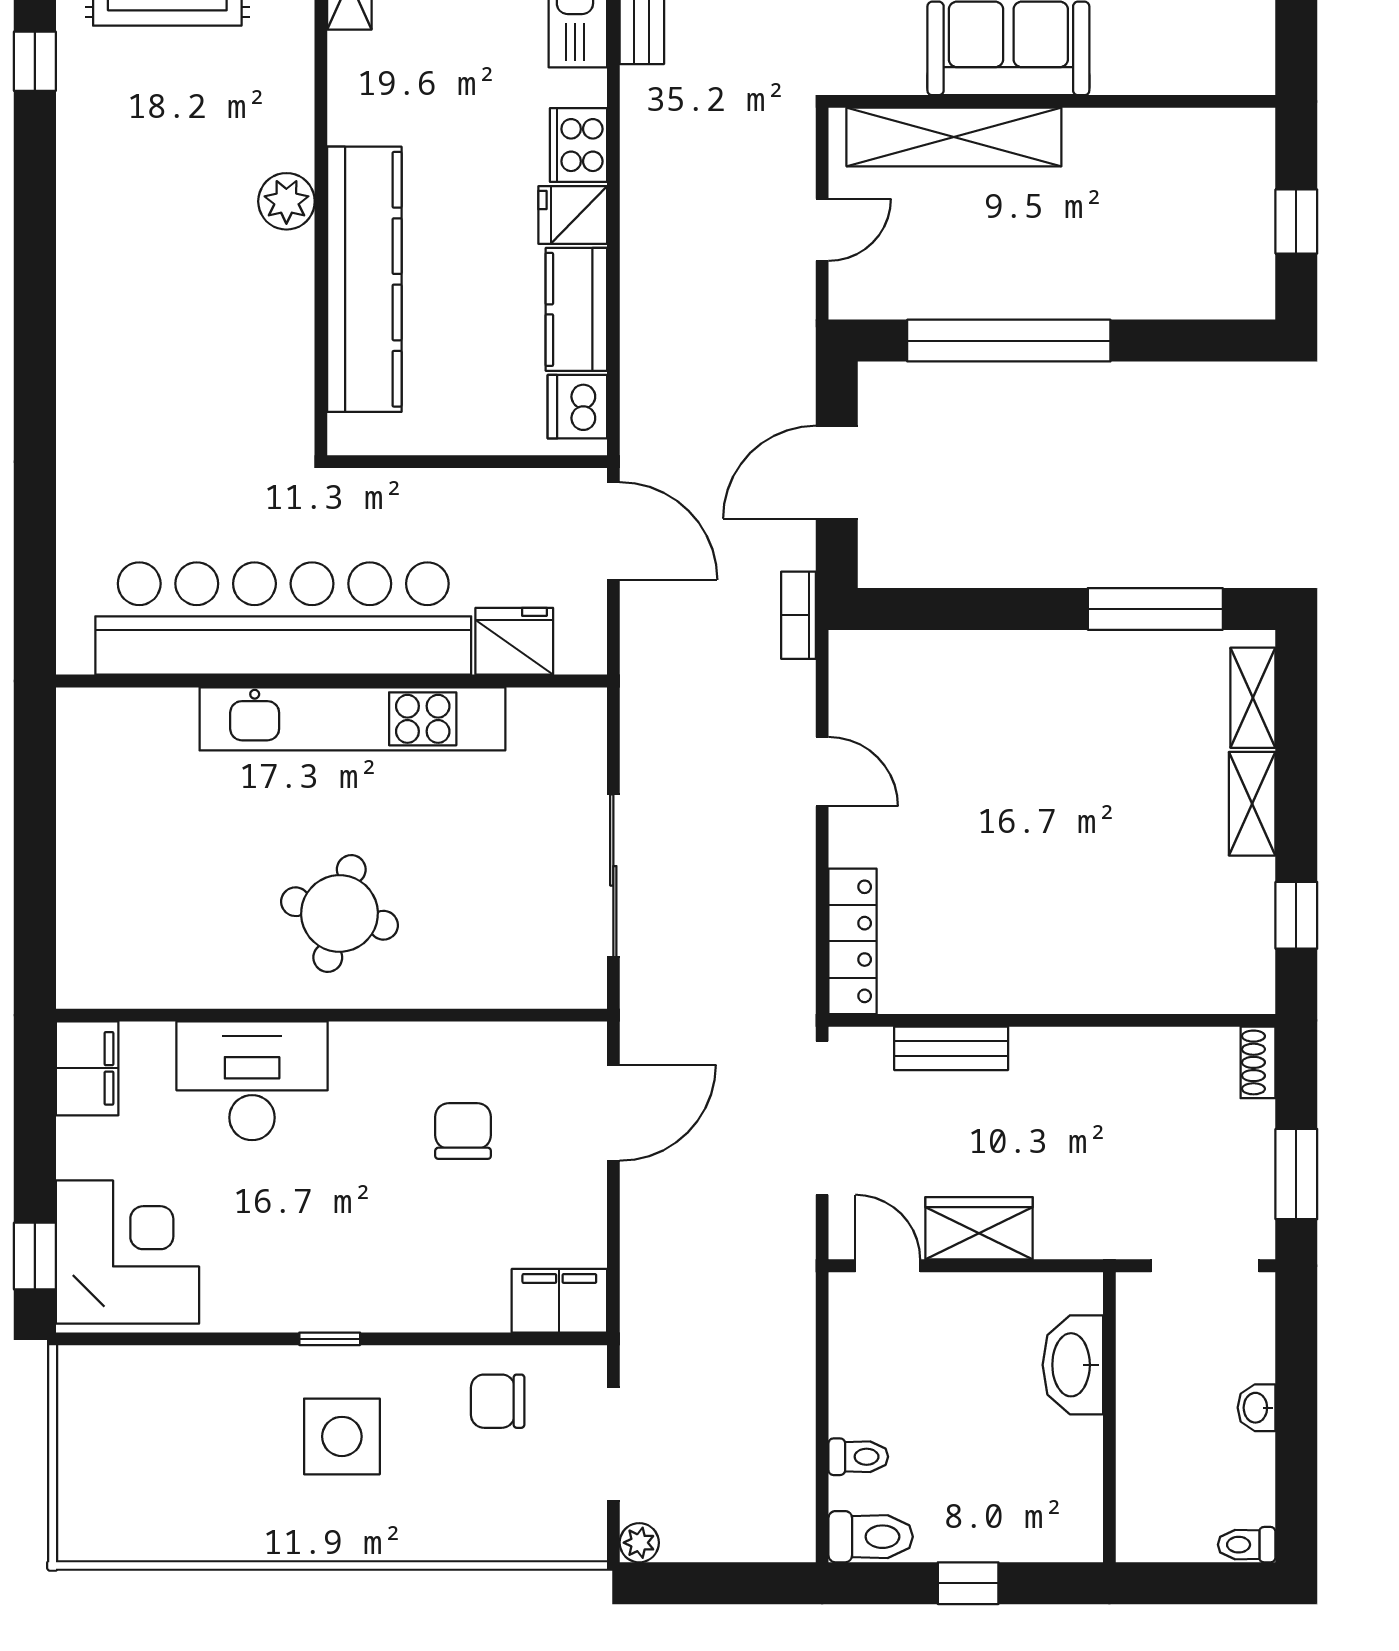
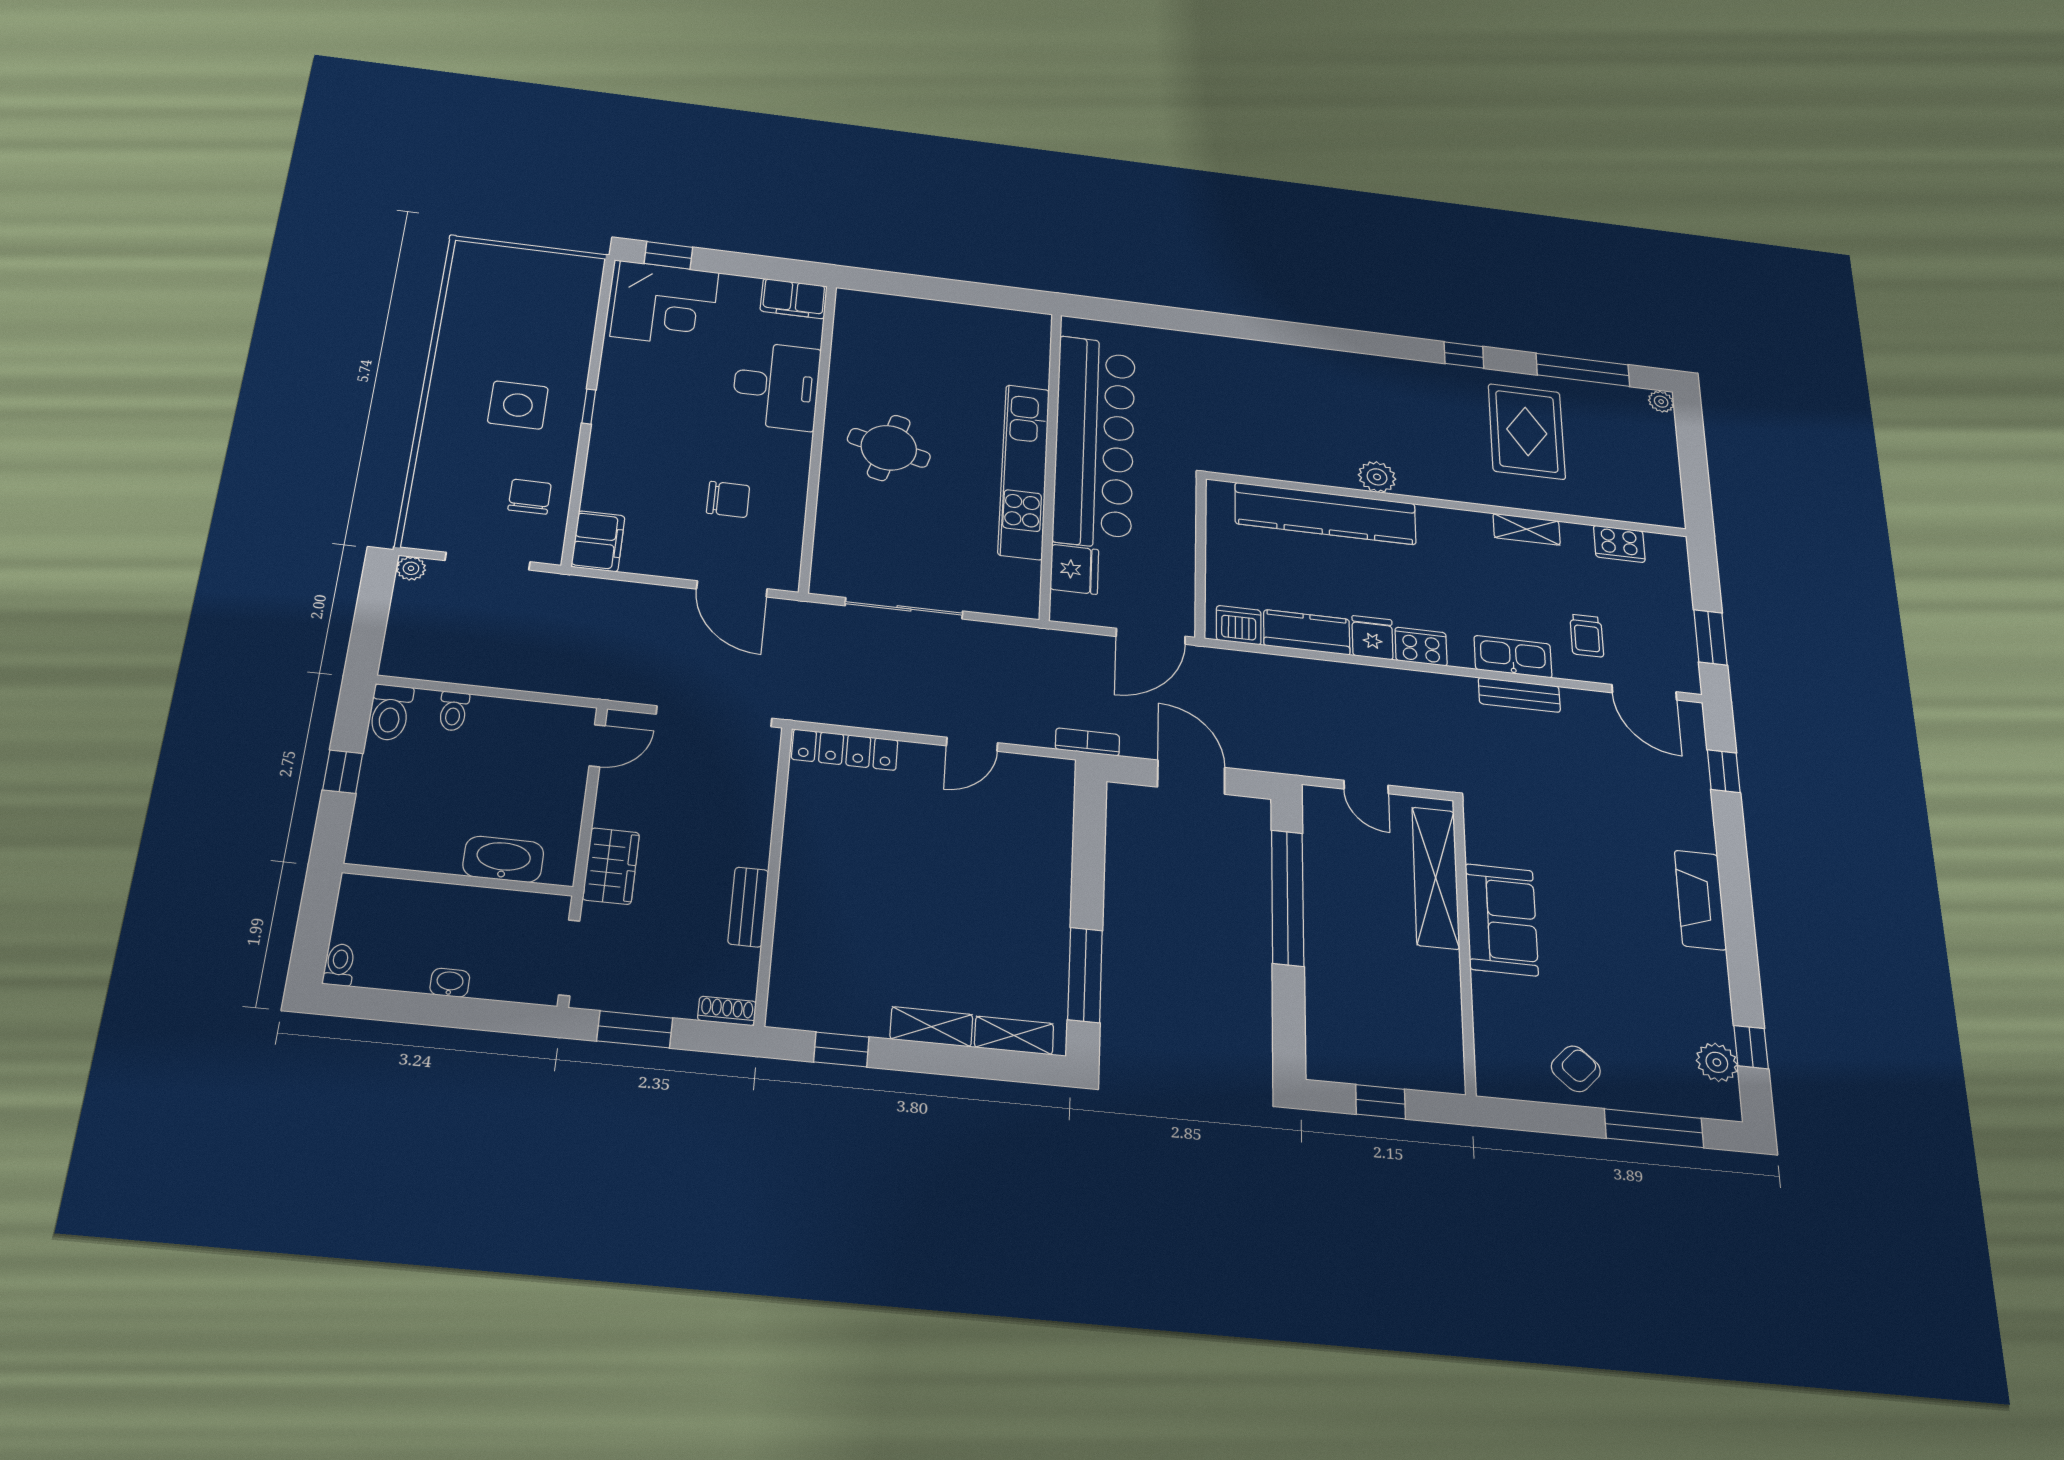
bench: (951, 1048) -> (748, 907), moved
wardrobe: (979, 1228) -> (611, 866), moved

